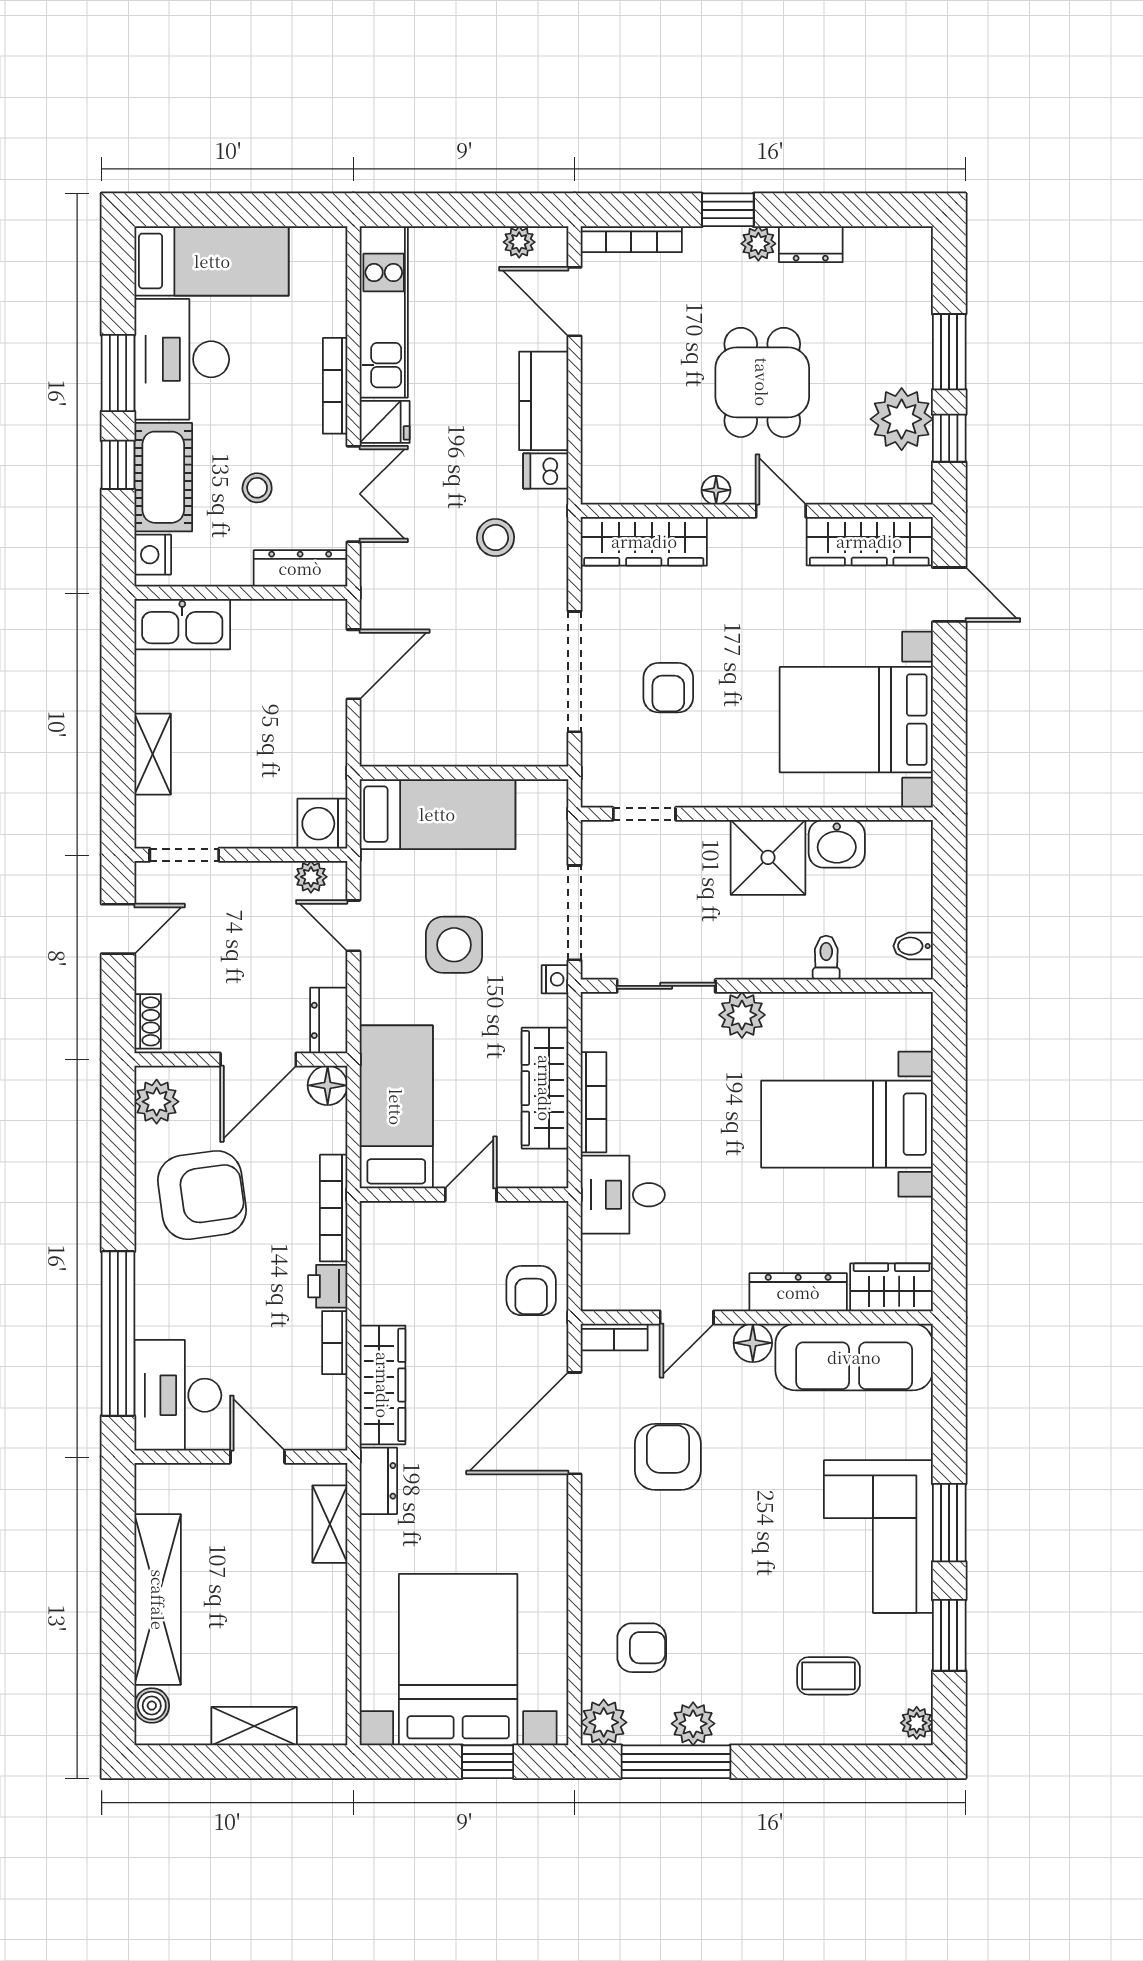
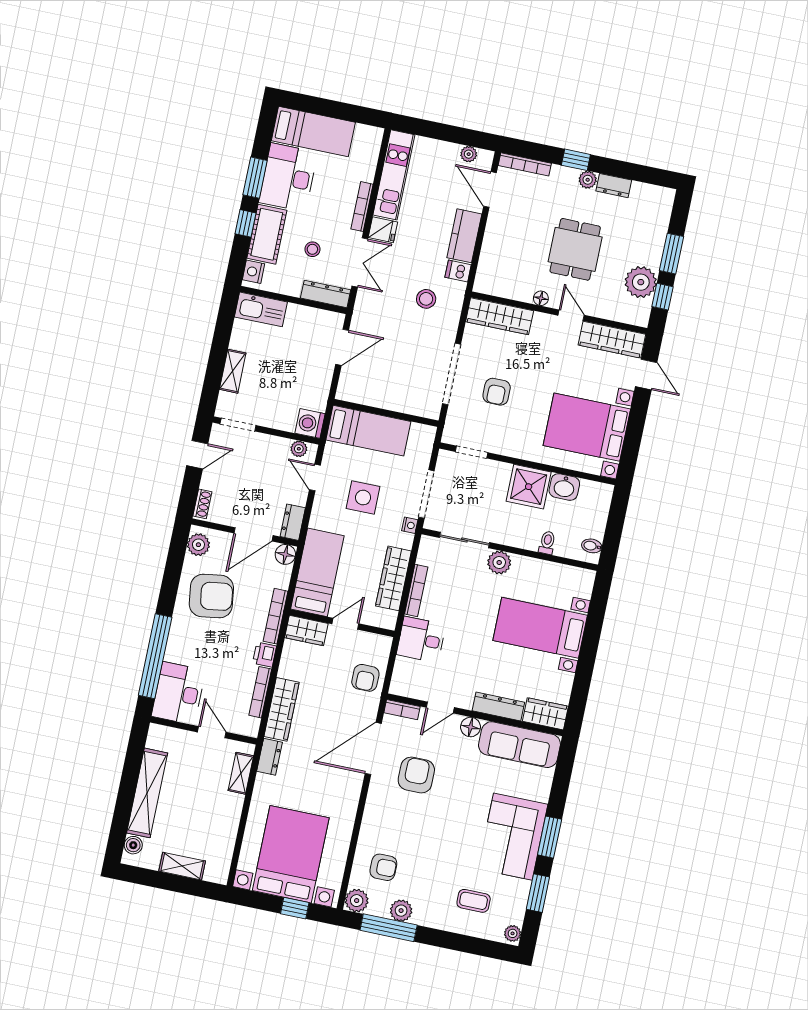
wardrobe: (399, 1223) -> (306, 631), added
bookcase: (335, 1343) -> (260, 692), width x1.56

